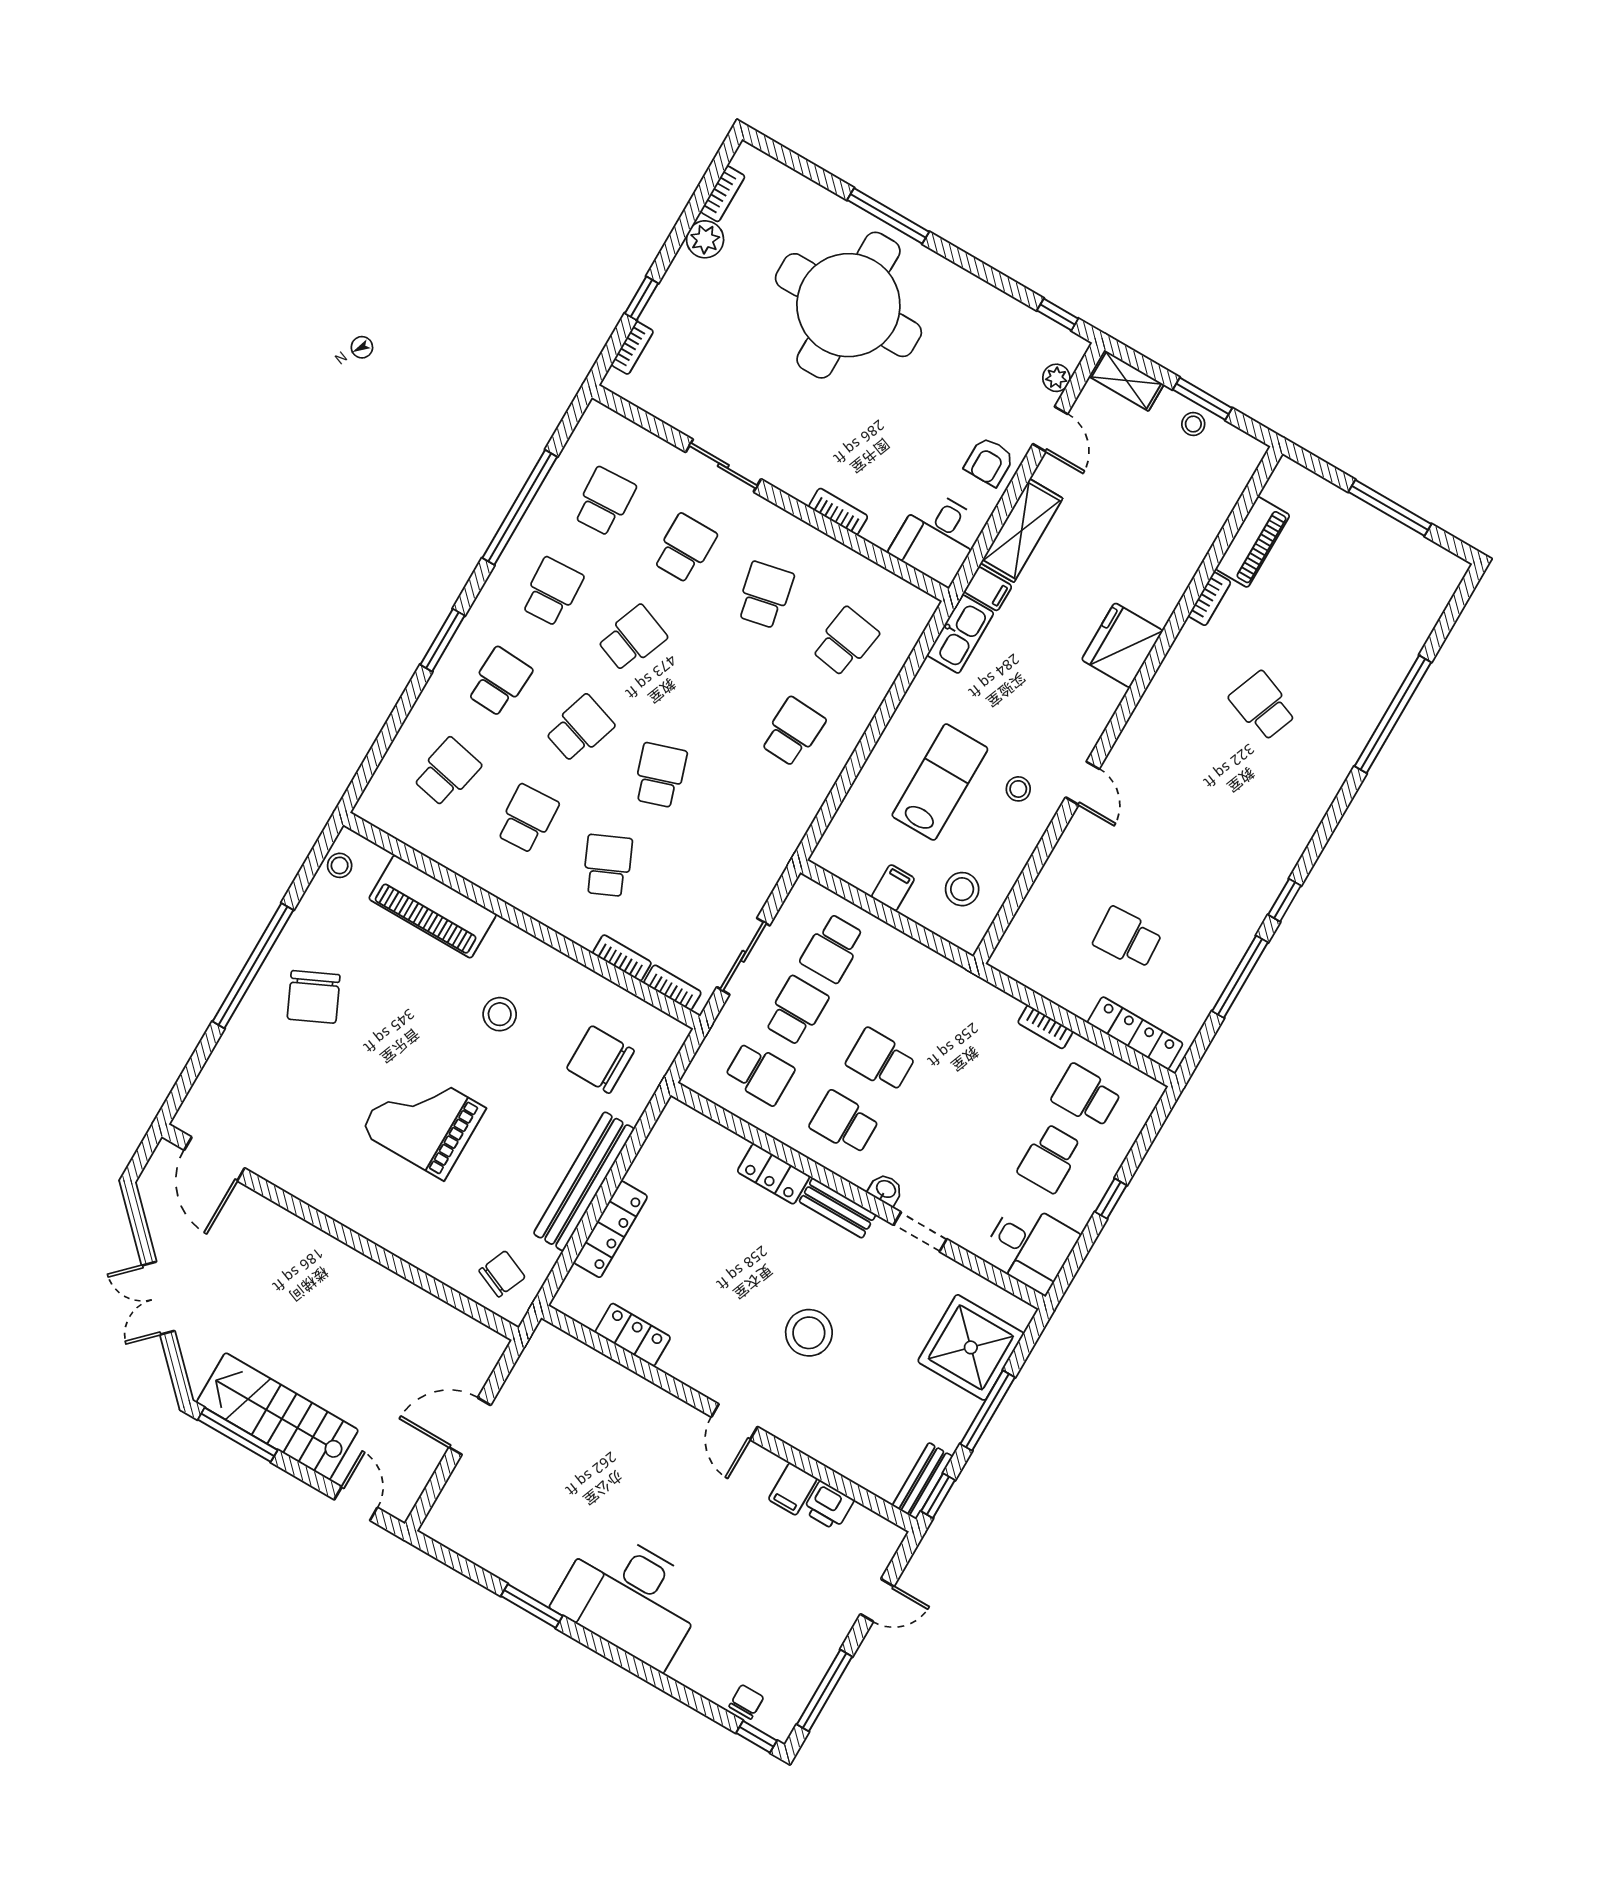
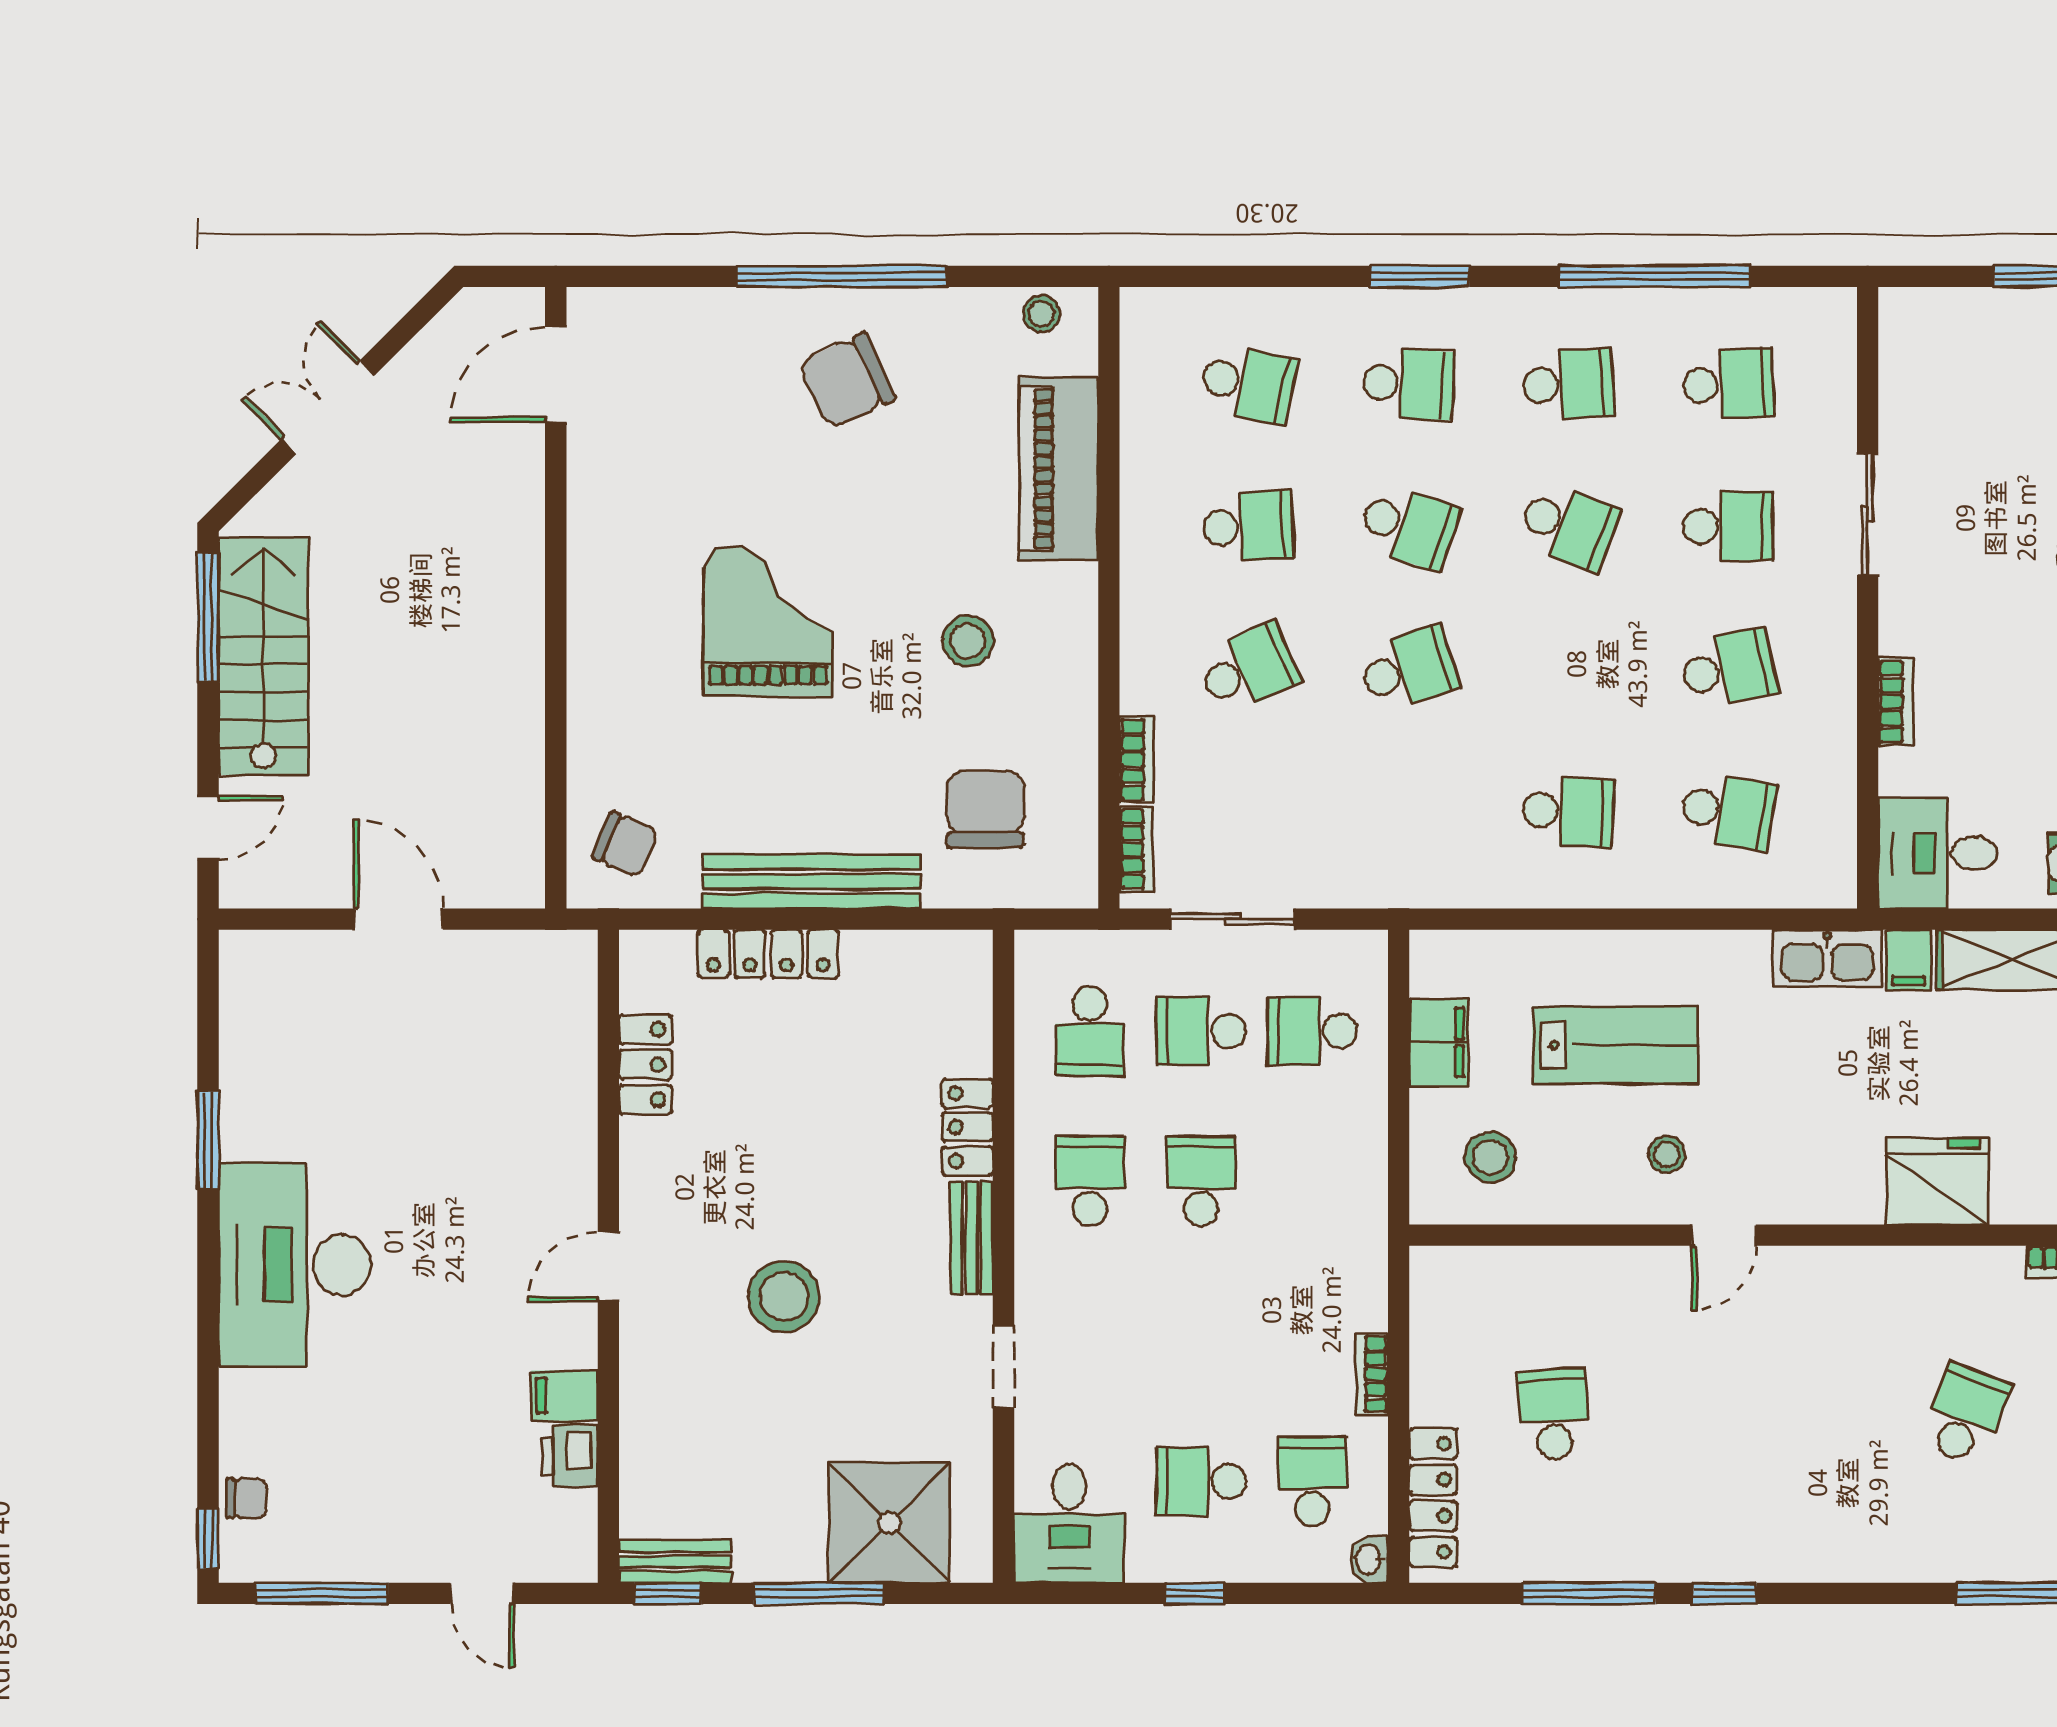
bookcase: (632, 348) -> (1954, 303), removed
filing cabinet: (893, 888) -> (1439, 1042), width x2.00
school desk: (796, 1011) -> (1201, 1031), turned 180
washbasin: (886, 1190) -> (1369, 1559), moved, turned 180

